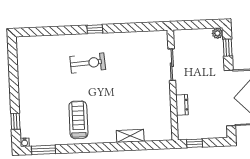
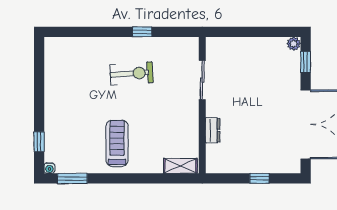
sliding door: (172, 65) -> (202, 80), moved
wall: (173, 85) -> (202, 105), moved
dresser: (182, 105) -> (213, 130), moved

